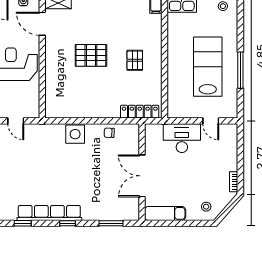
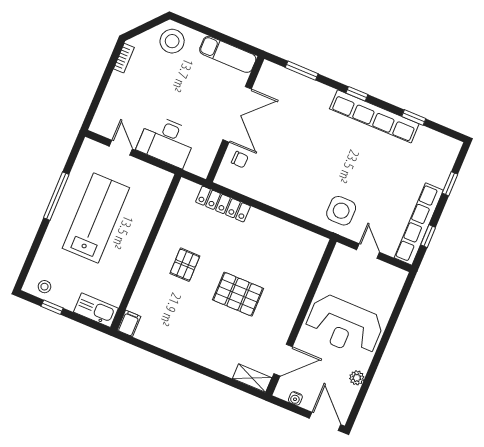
door: (42, 24) -> (283, 360), hinge flipped
lab bench: (208, 67) -> (96, 218), turned 180
locker: (140, 112) -> (223, 204), moved
chair: (109, 133) -> (240, 160), moved
side table: (75, 134) -> (341, 211), moved
stool: (206, 207) -> (172, 41), width x1.89, depth x1.89

